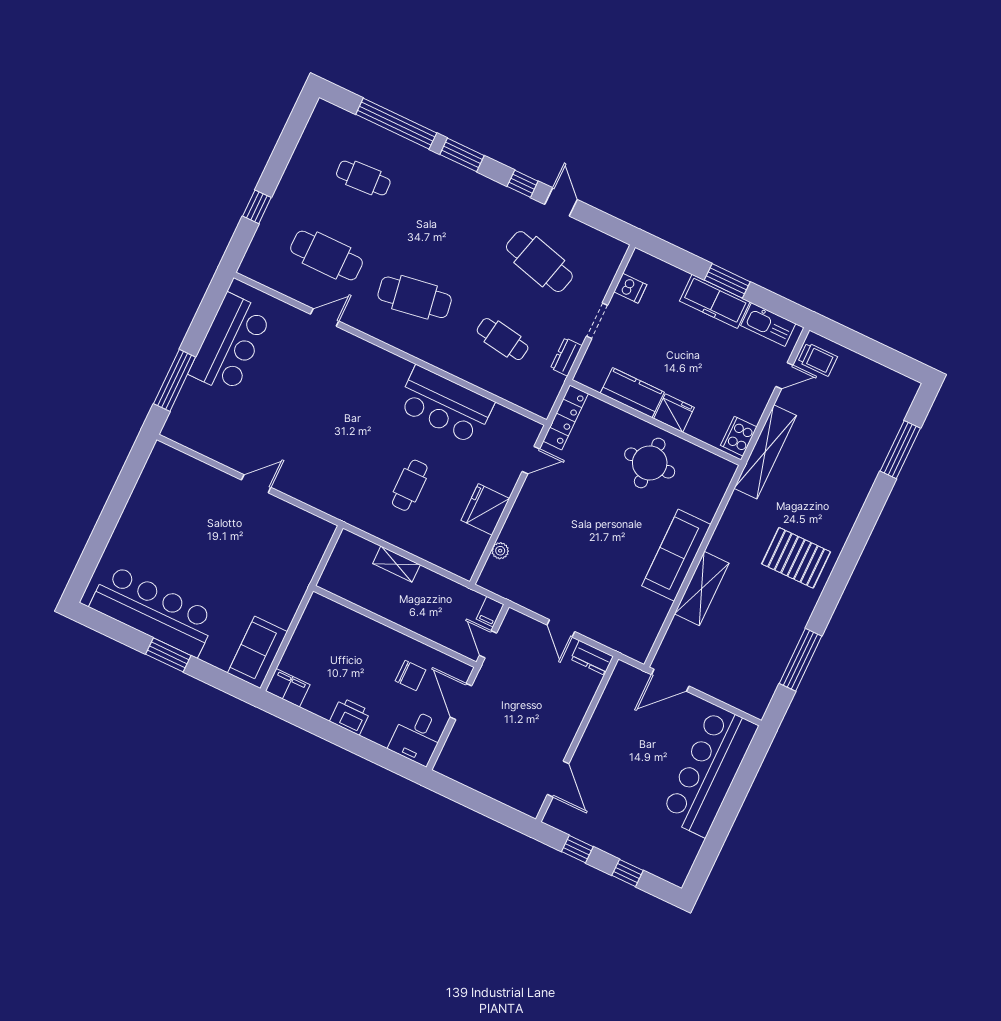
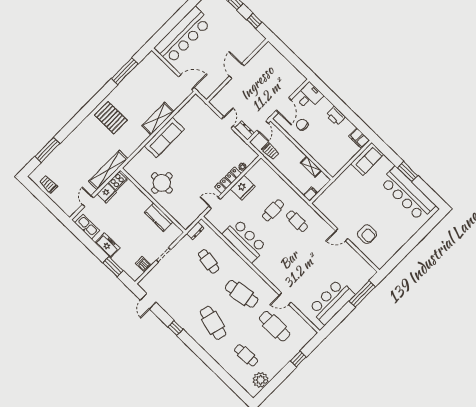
window: (396, 124) -> (223, 375), removed
plant: (317, 139) -> (261, 380), added
window: (462, 155) -> (198, 350), removed
door: (561, 202) -> (148, 301), moved
cafe table: (539, 262) -> (213, 323), moved
window: (727, 281) -> (113, 267), moved
freezer: (715, 301) -> (108, 245), width x0.71
dresser: (566, 357) -> (195, 231), moved
trolley: (818, 359) -> (49, 184), moved
door: (784, 376) -> (88, 201), hinge flipped
fridge: (674, 413) -> (107, 193), moved, turned -90
locker: (566, 417) -> (228, 180), moved
cafe table: (355, 480) -> (297, 221), added
armchair: (206, 502) -> (367, 234), added
shelving: (396, 564) -> (311, 167), moved
trolley: (456, 601) -> (270, 151), added
filing cabinet: (490, 612) -> (311, 194), moved
dresser: (592, 658) -> (244, 130), moved
door: (558, 779) -> (237, 71), moved

